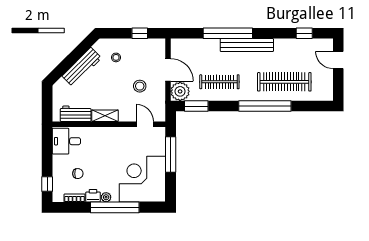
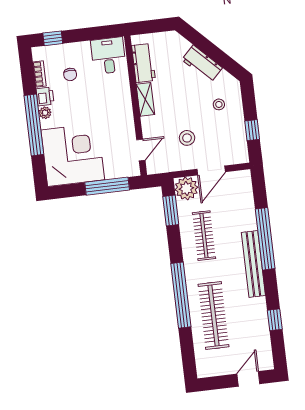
window: (304, 33) -> (275, 320), moved
workbench: (82, 67) -> (202, 64), width x0.73

